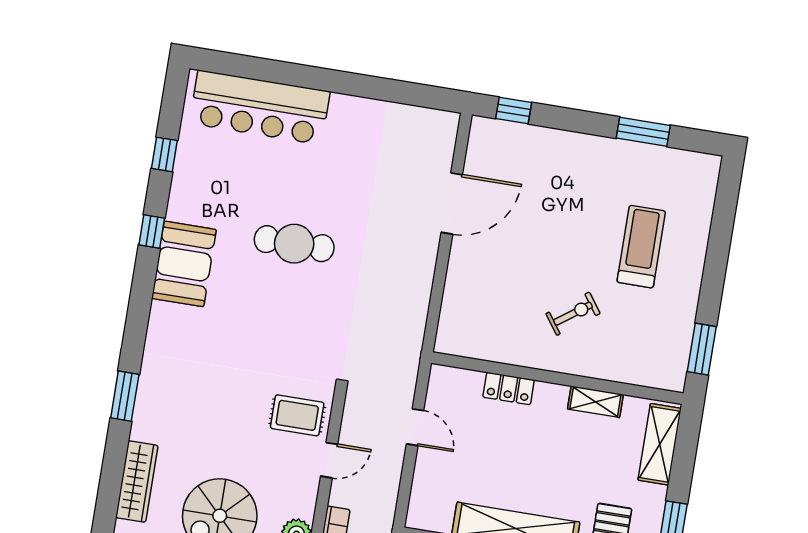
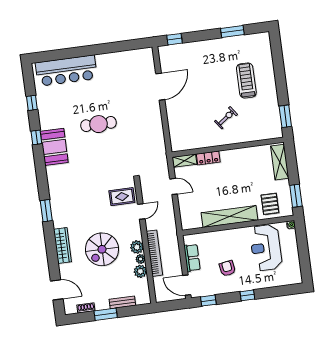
shelving: (595, 402) -> (185, 161), moved

